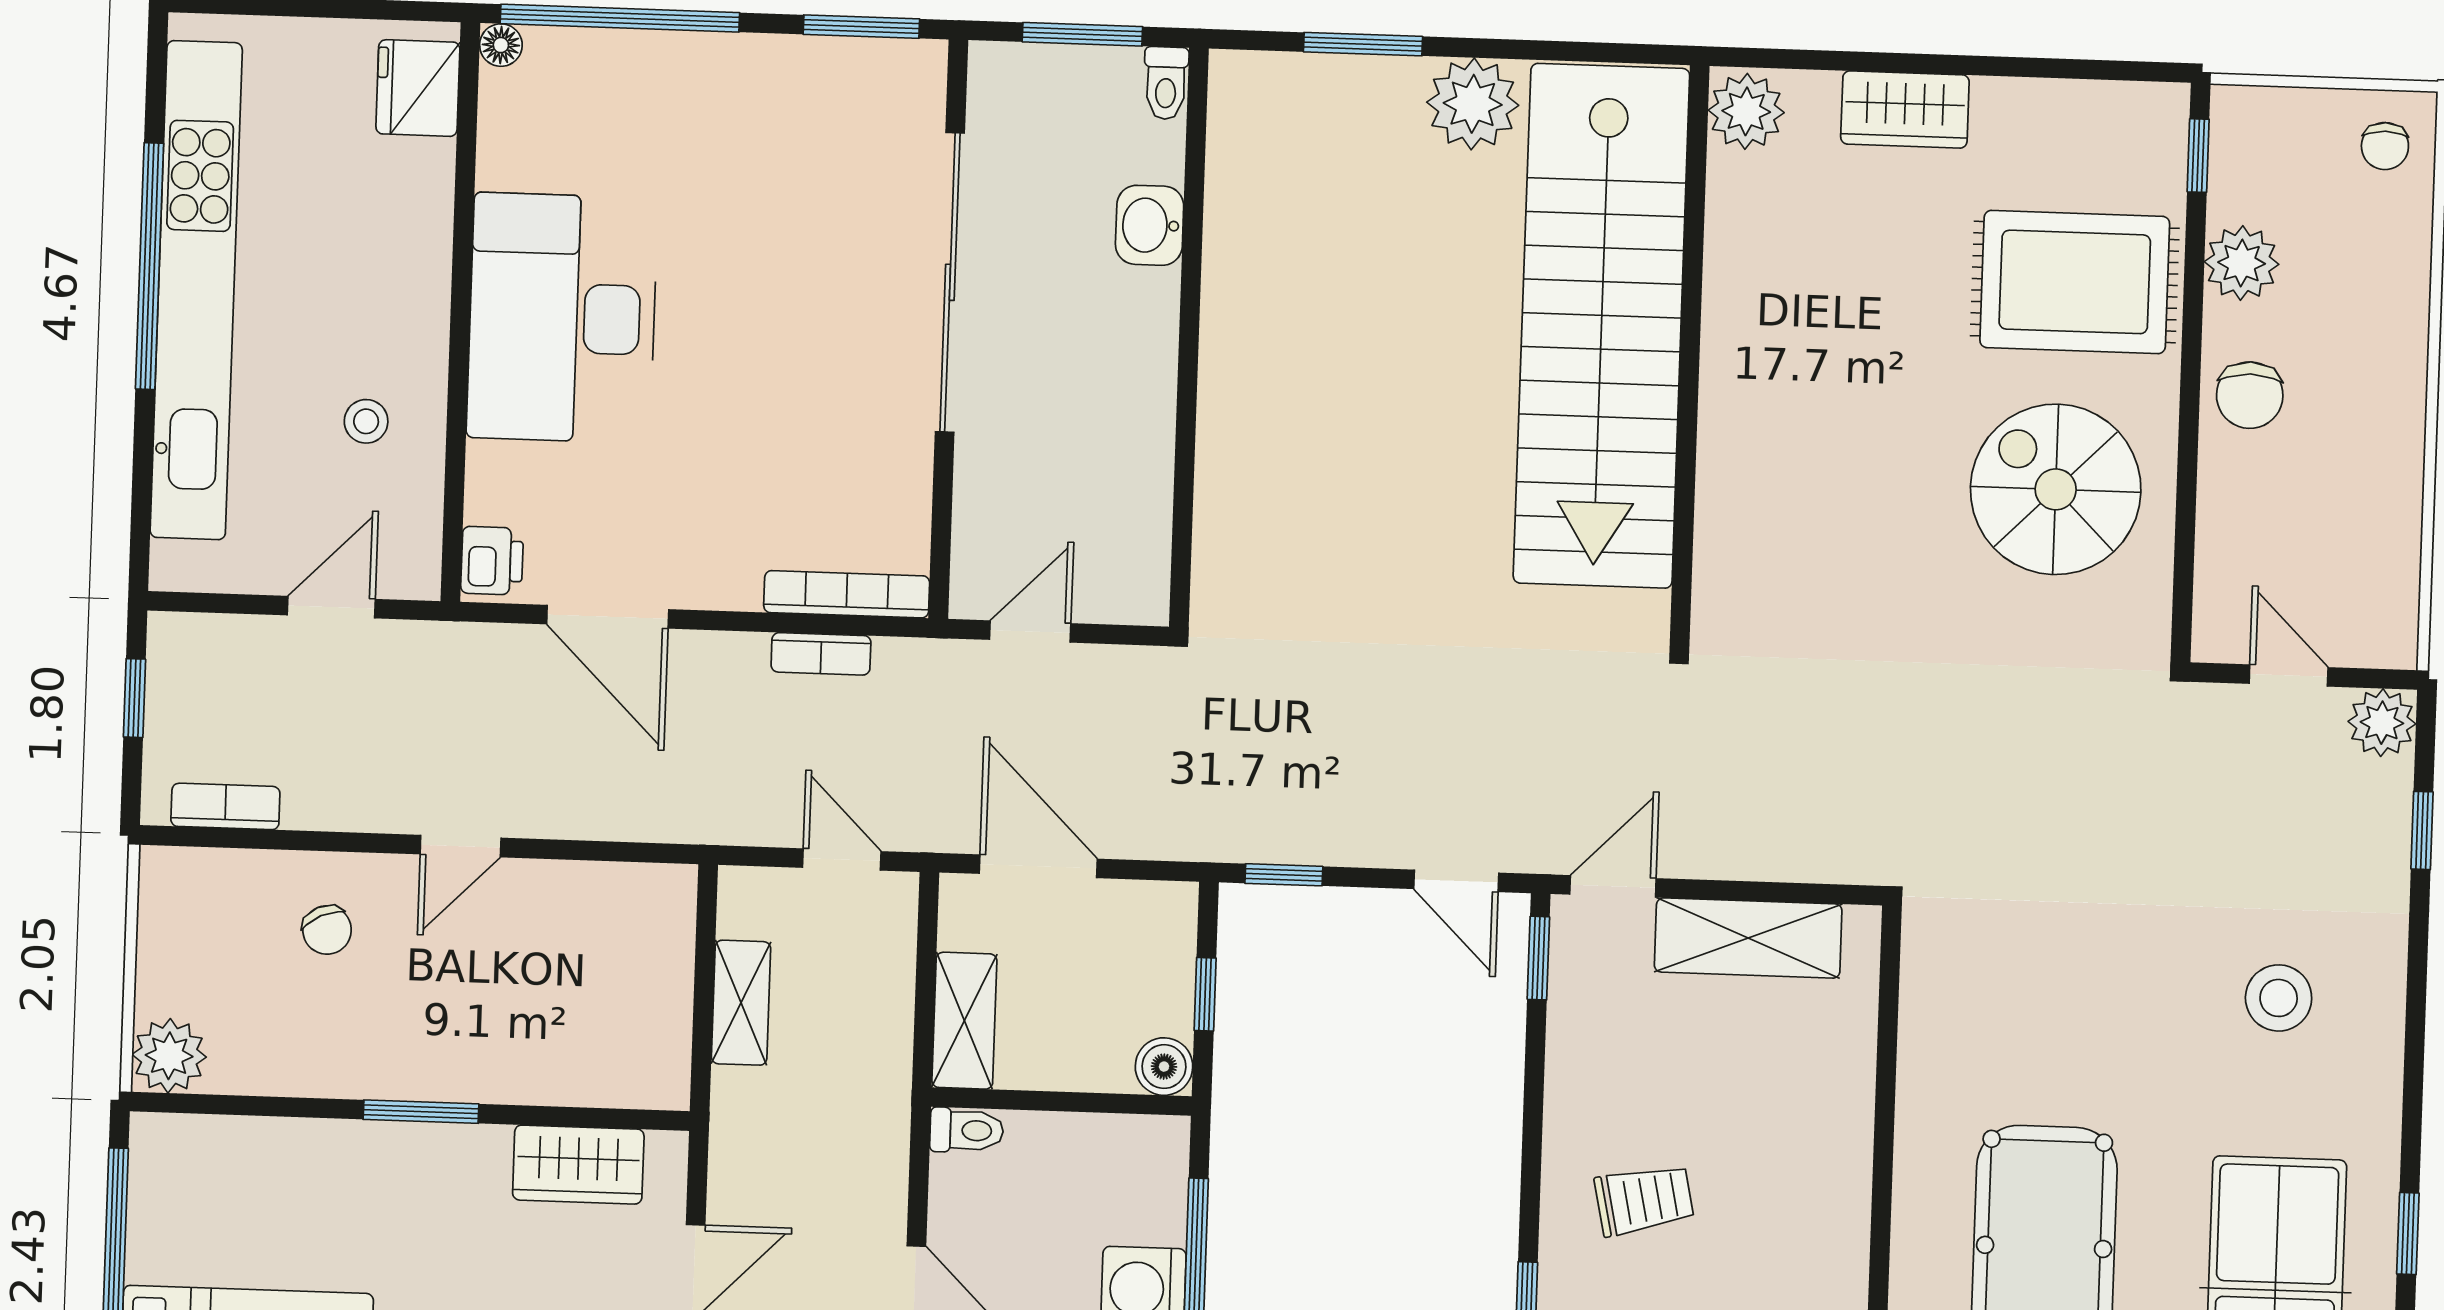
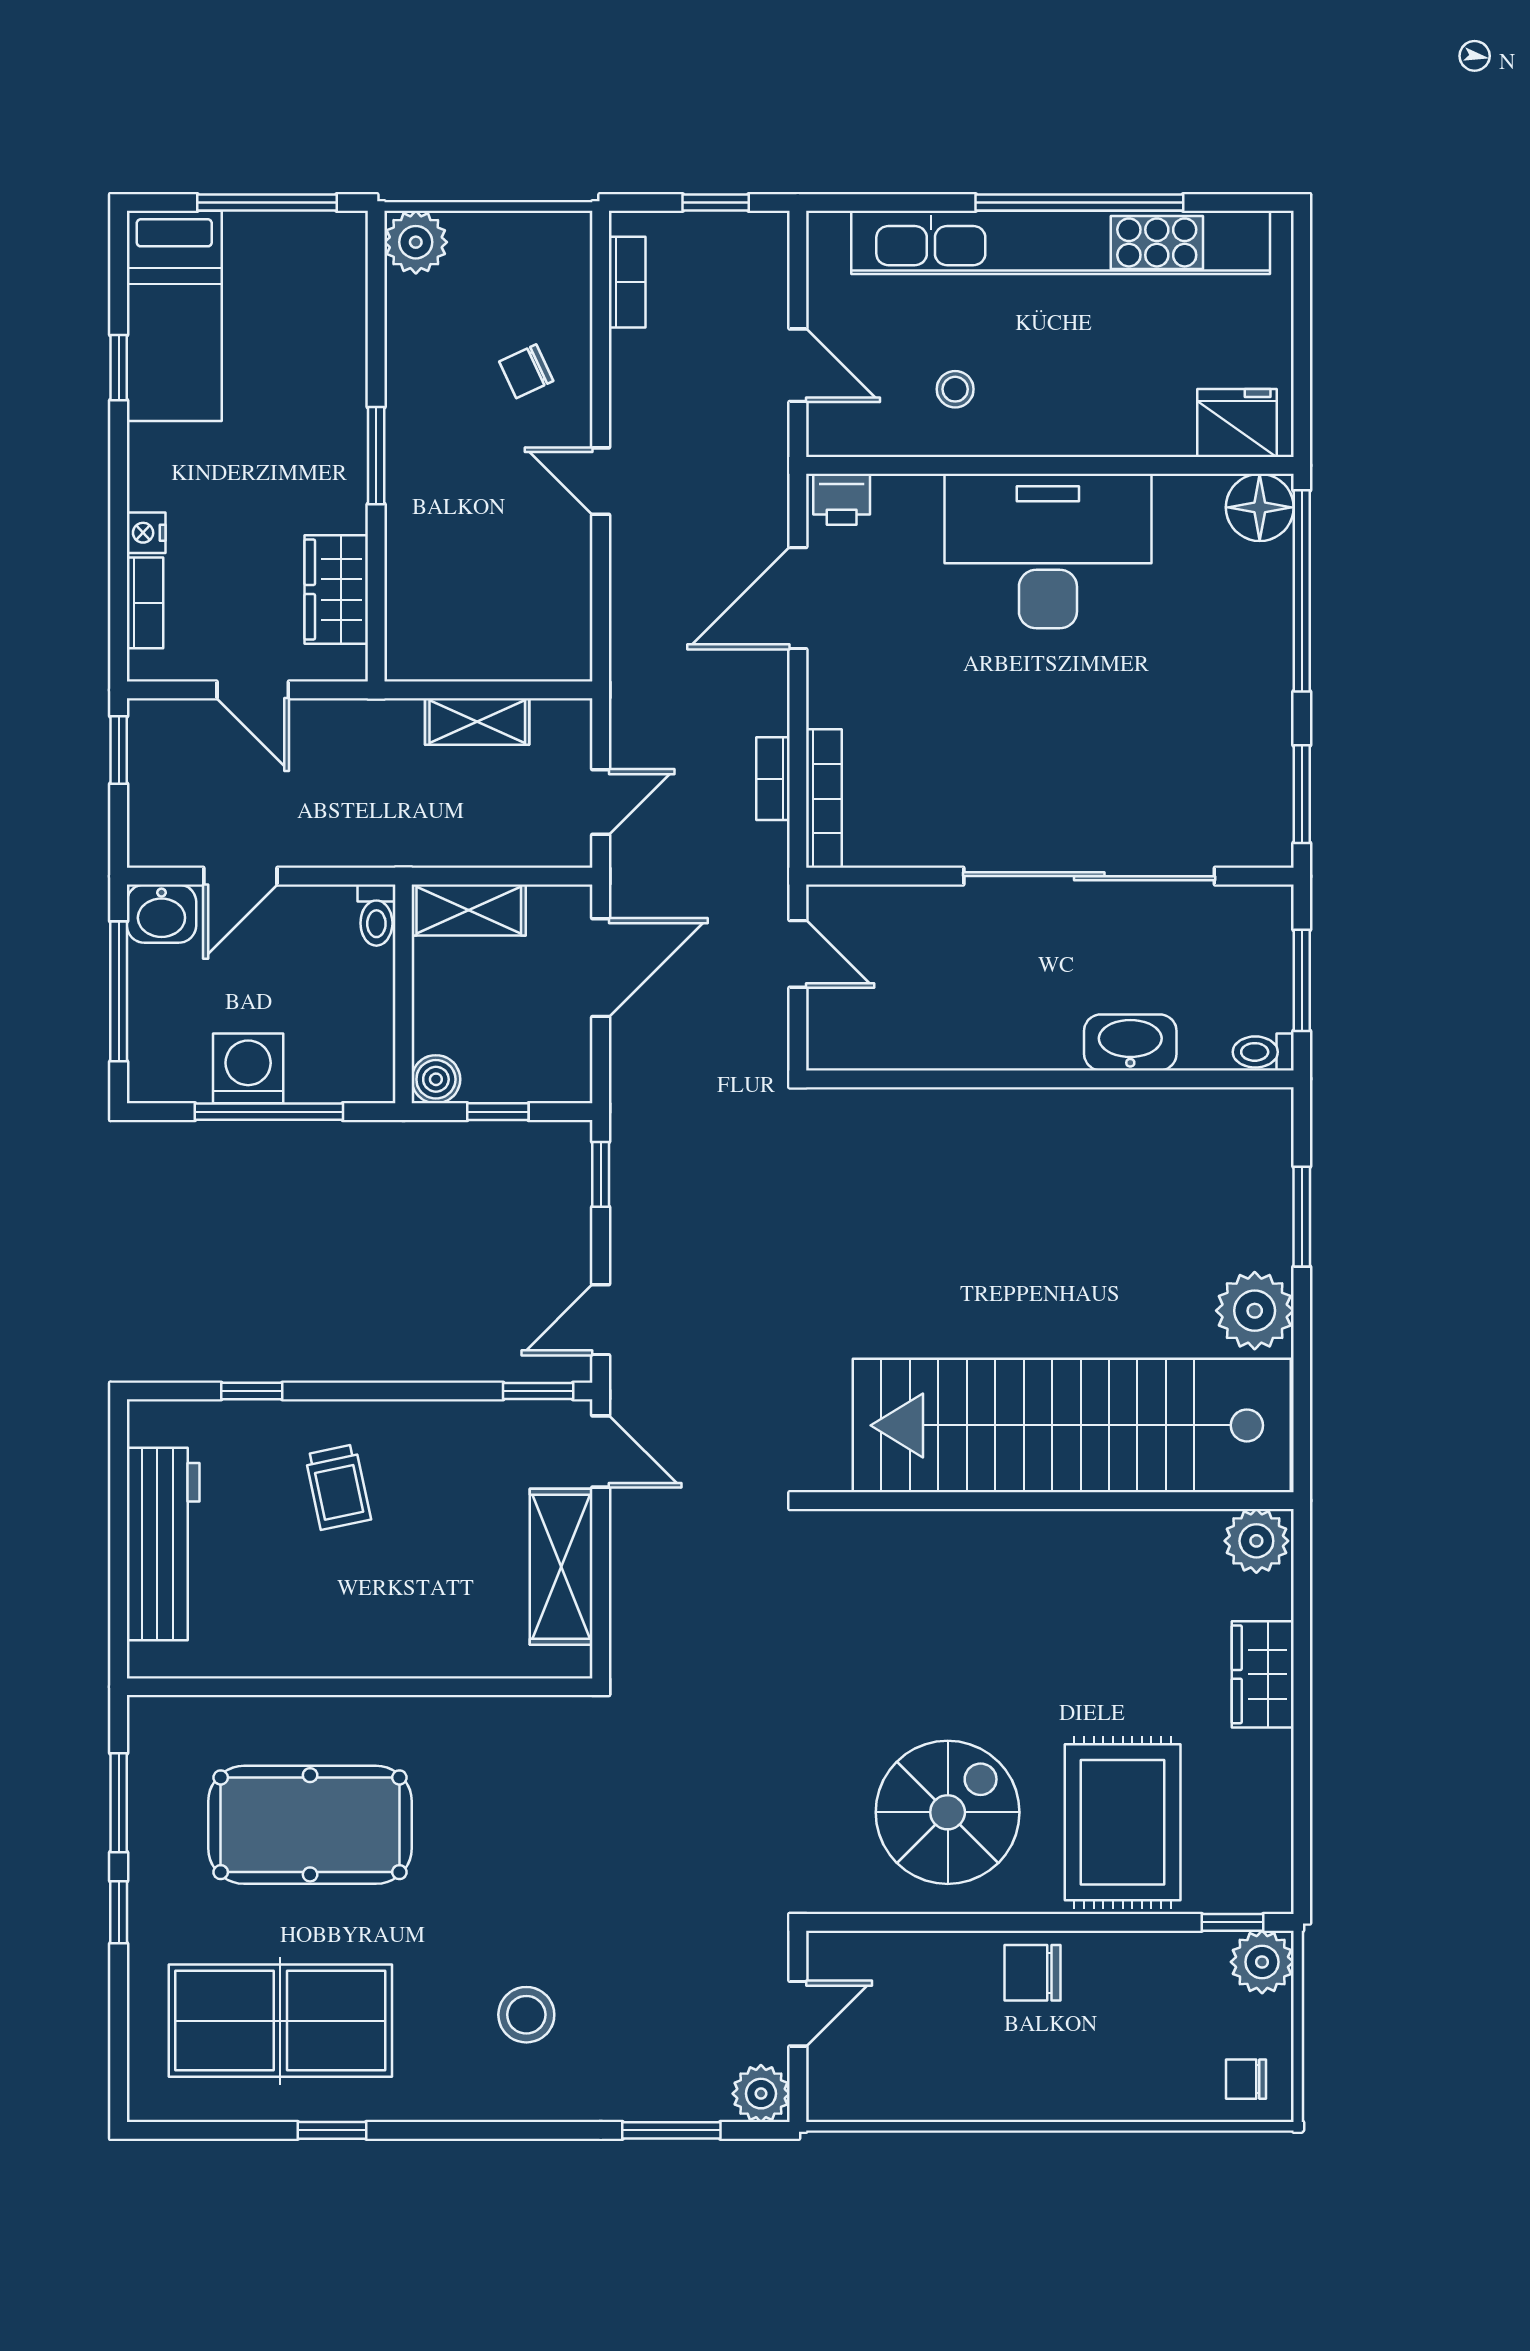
floor lamp: (501, 45) -> (1260, 507), width x1.89, depth x1.89
washbasin: (1150, 225) -> (1130, 1042), width x1.38
plant: (2242, 263) -> (1262, 1962), moved
window: (2422, 830) -> (671, 2130), width x1.50

